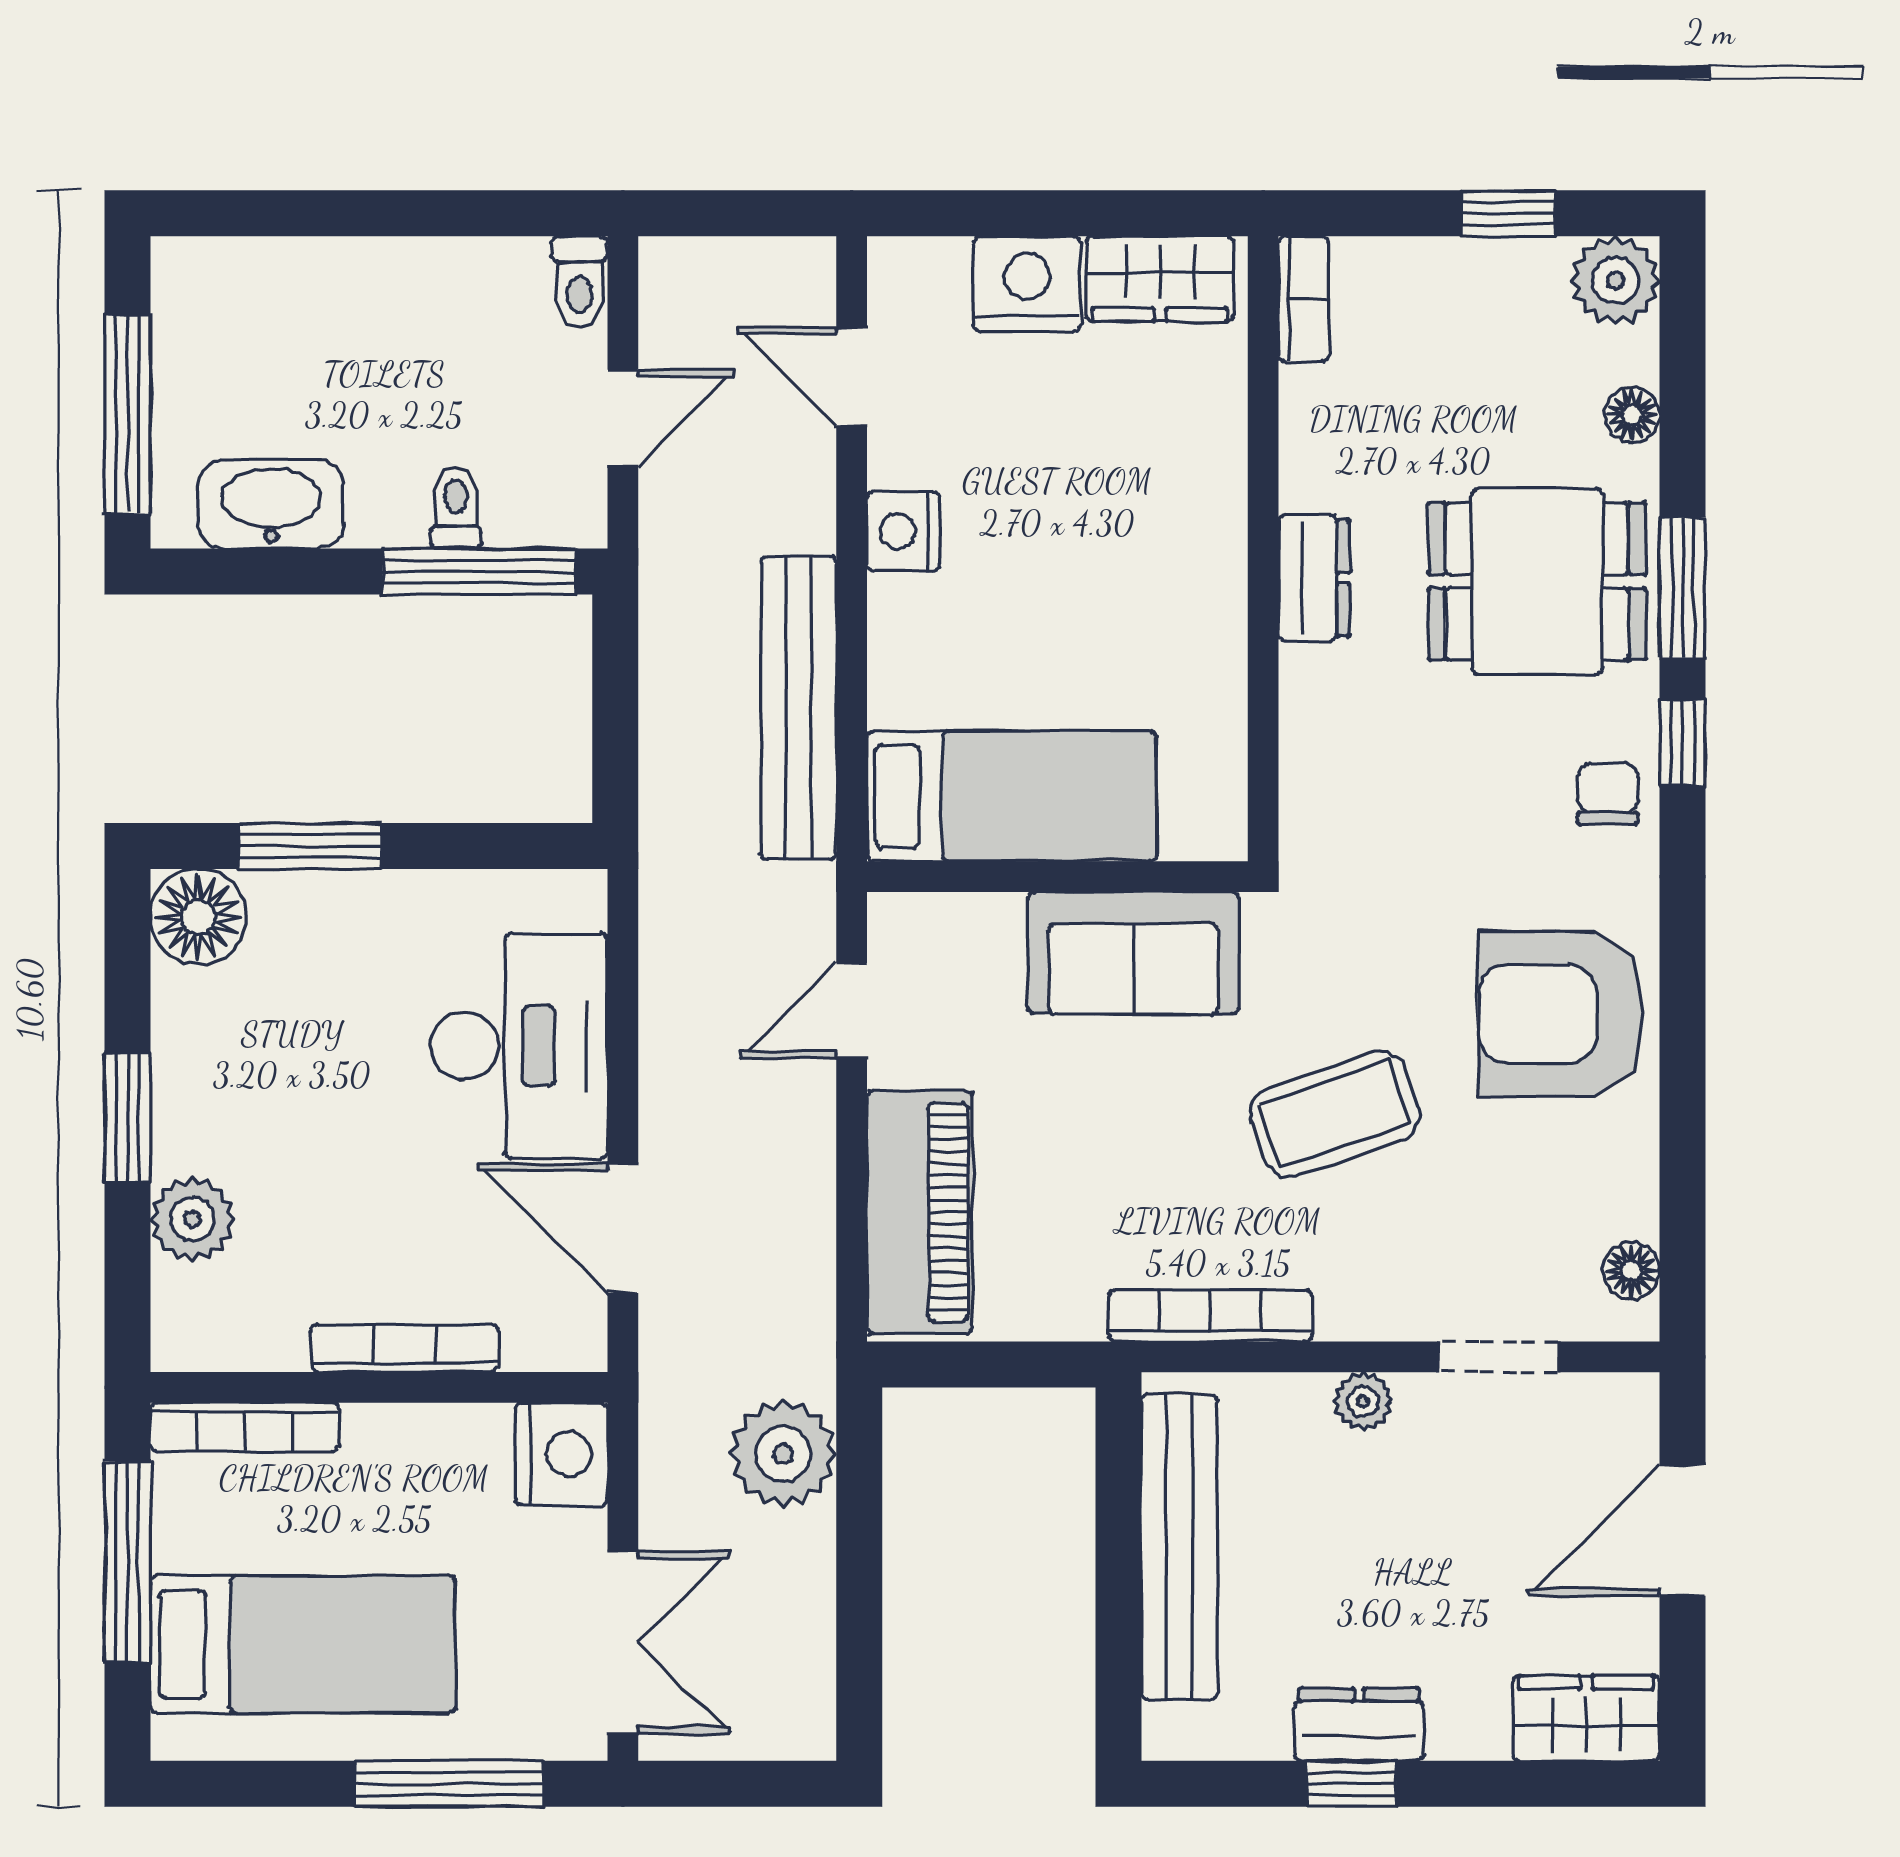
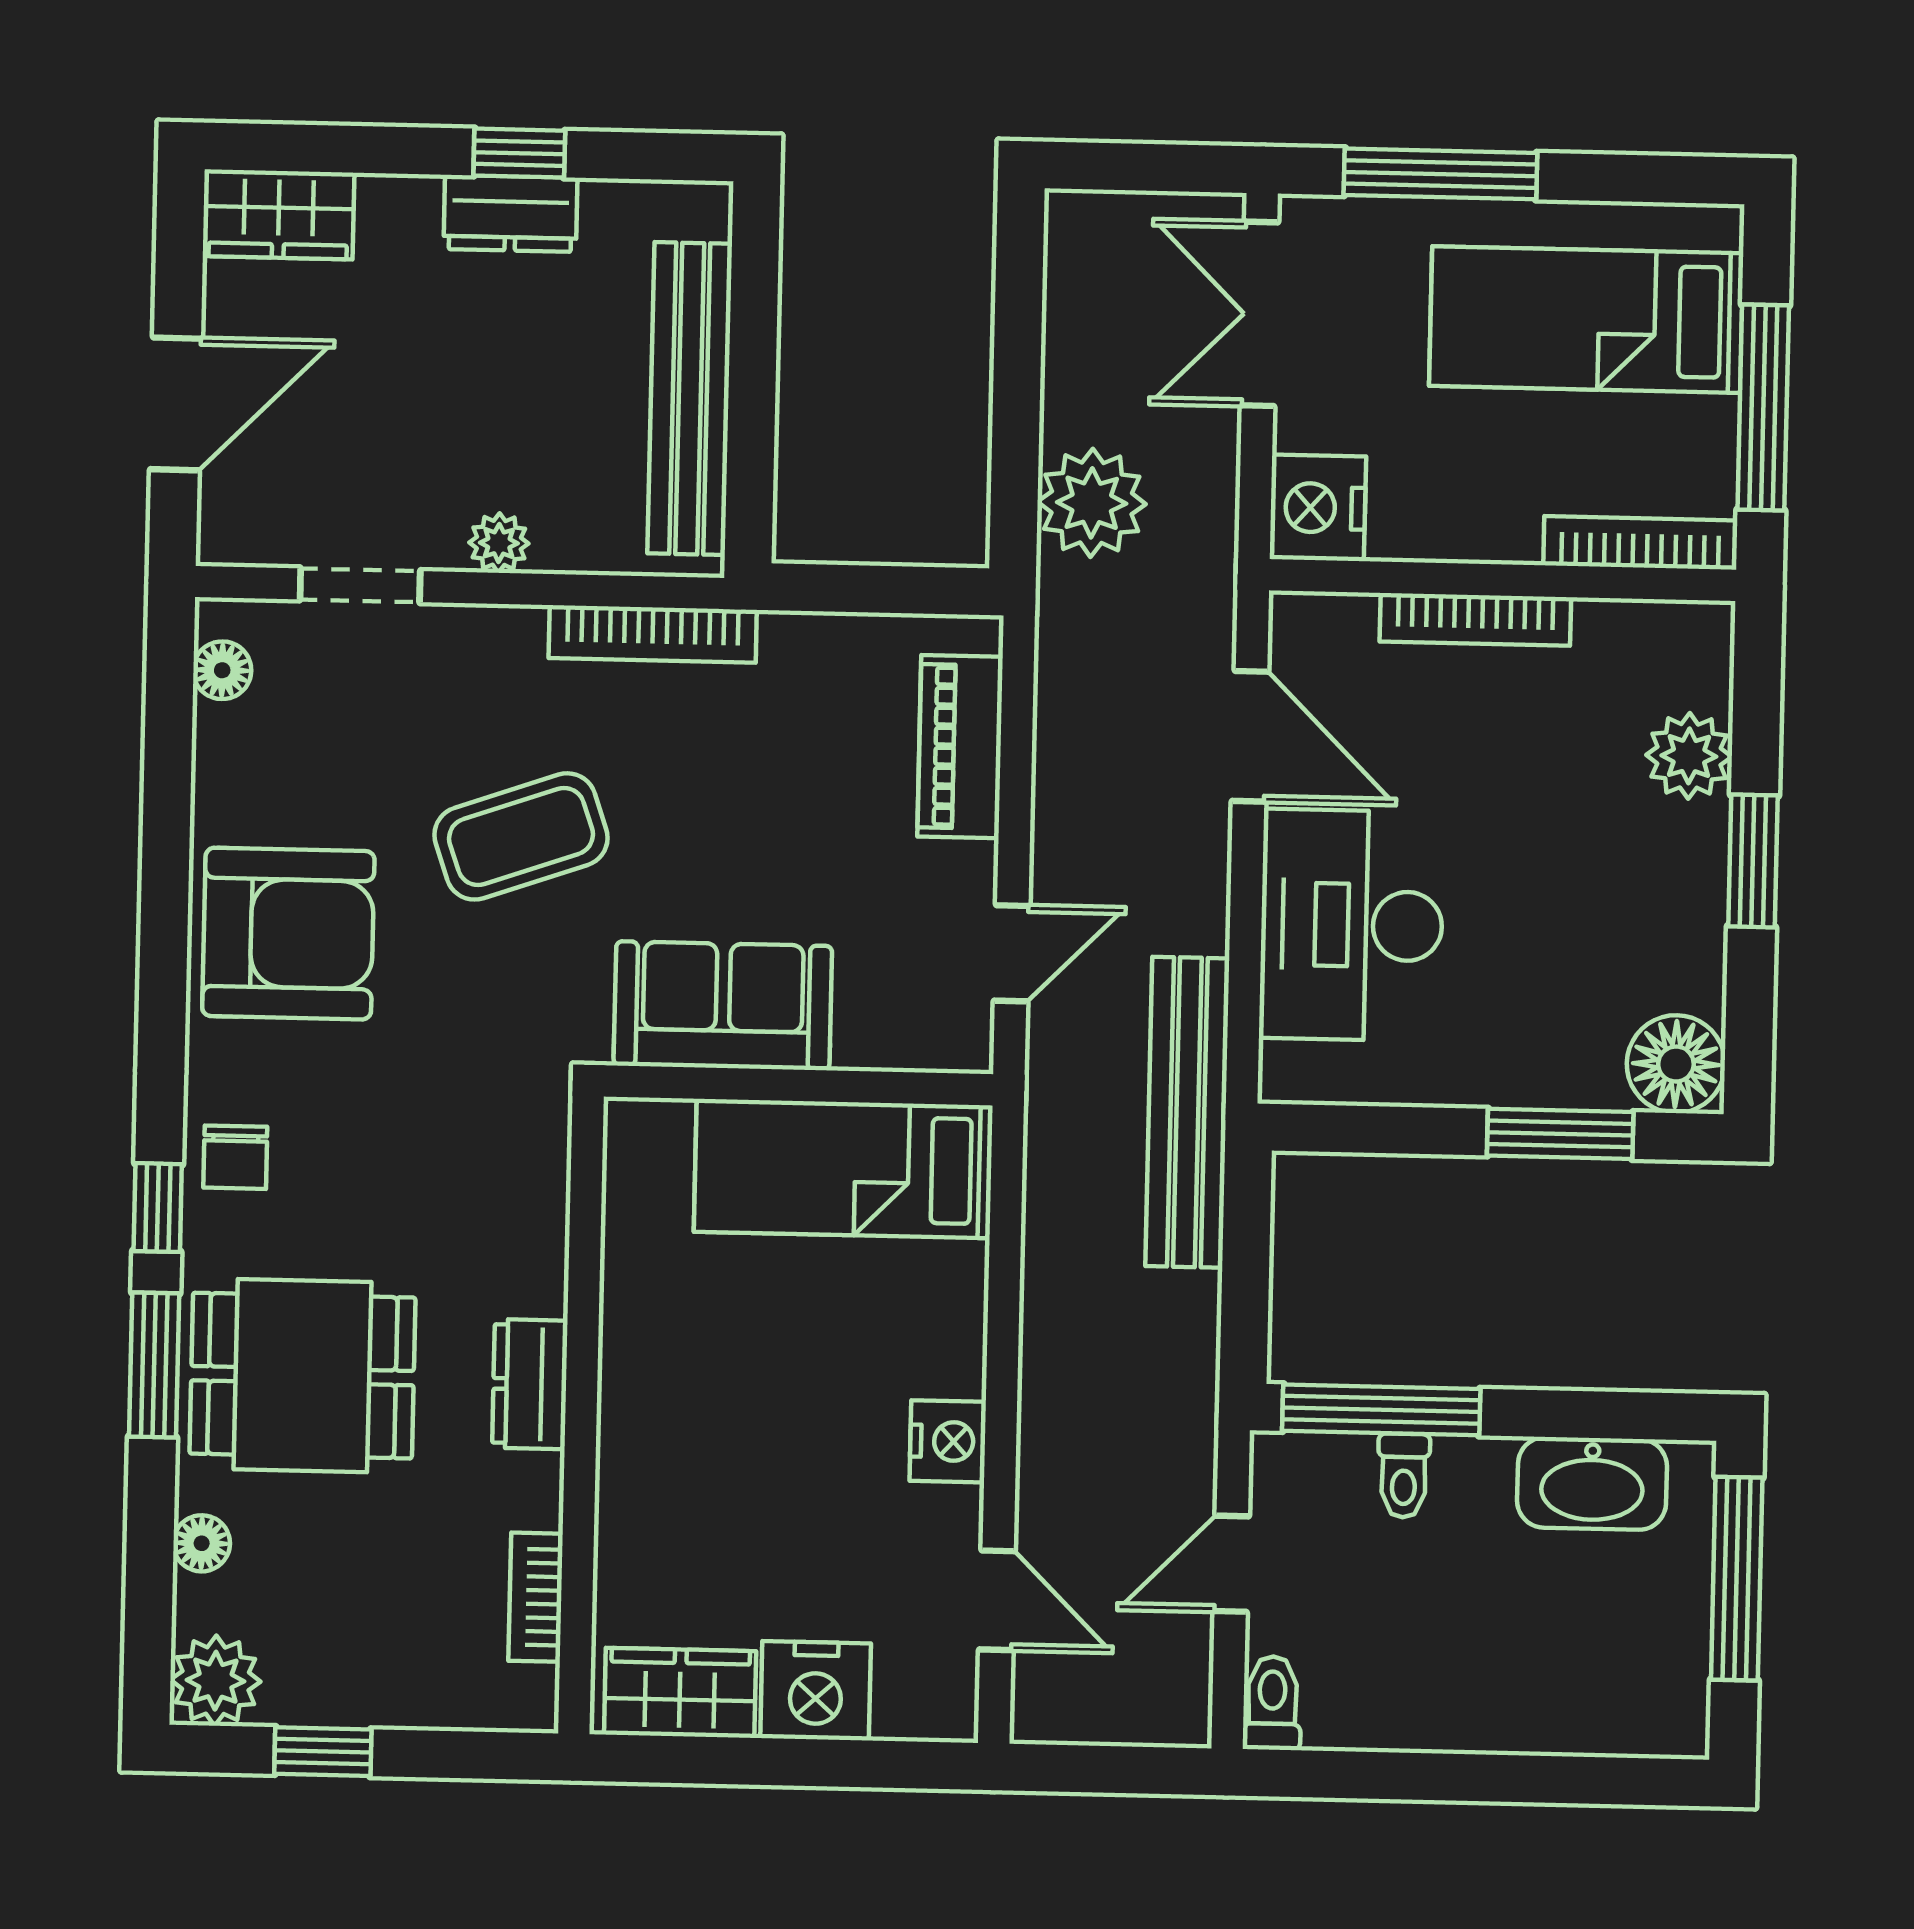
bookcase: (1304, 299) -> (536, 1597), moved
bench: (799, 708) -> (1187, 1112), moved
piano: (920, 1212) -> (960, 747), width x0.73, depth x0.75

